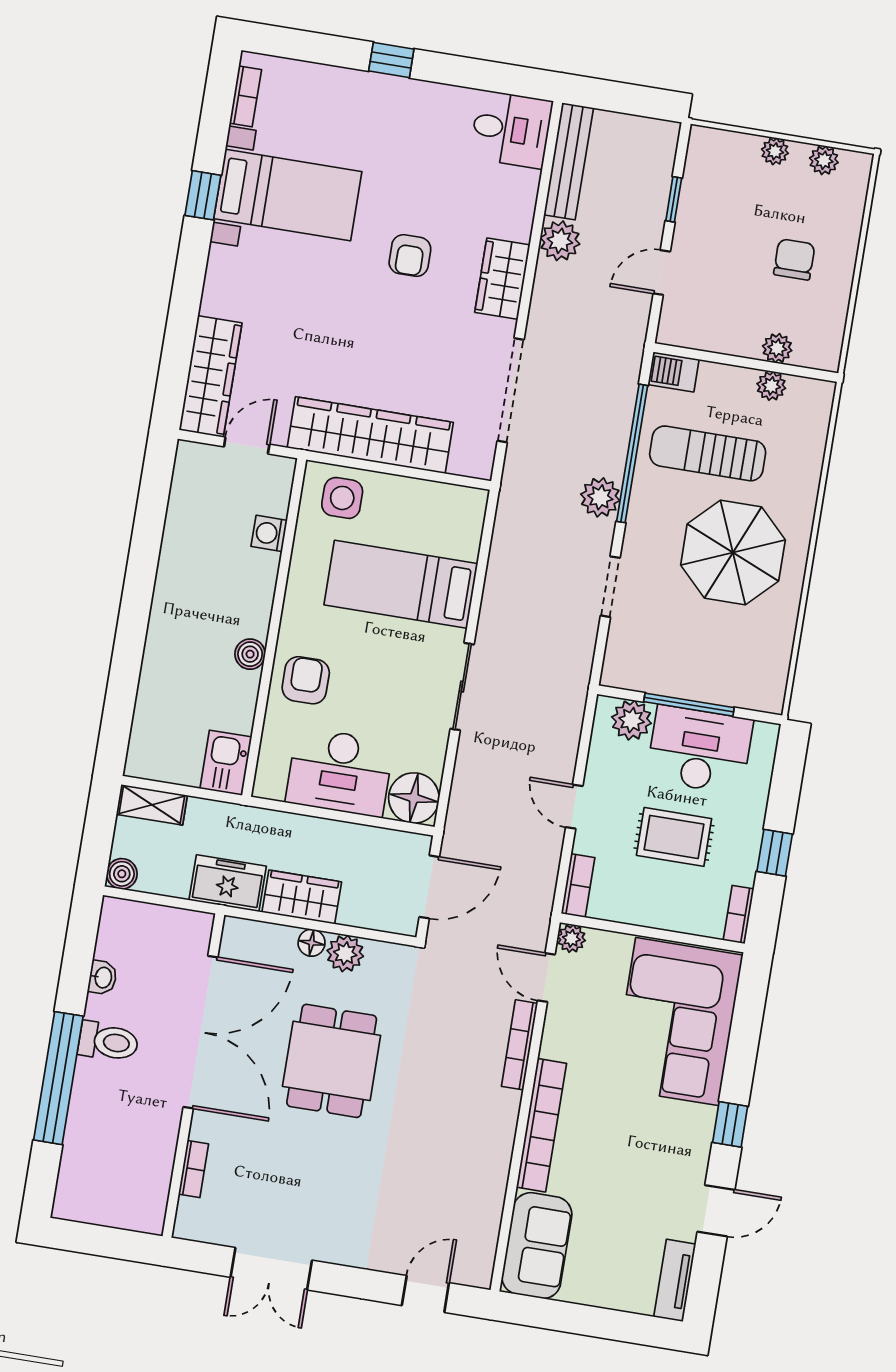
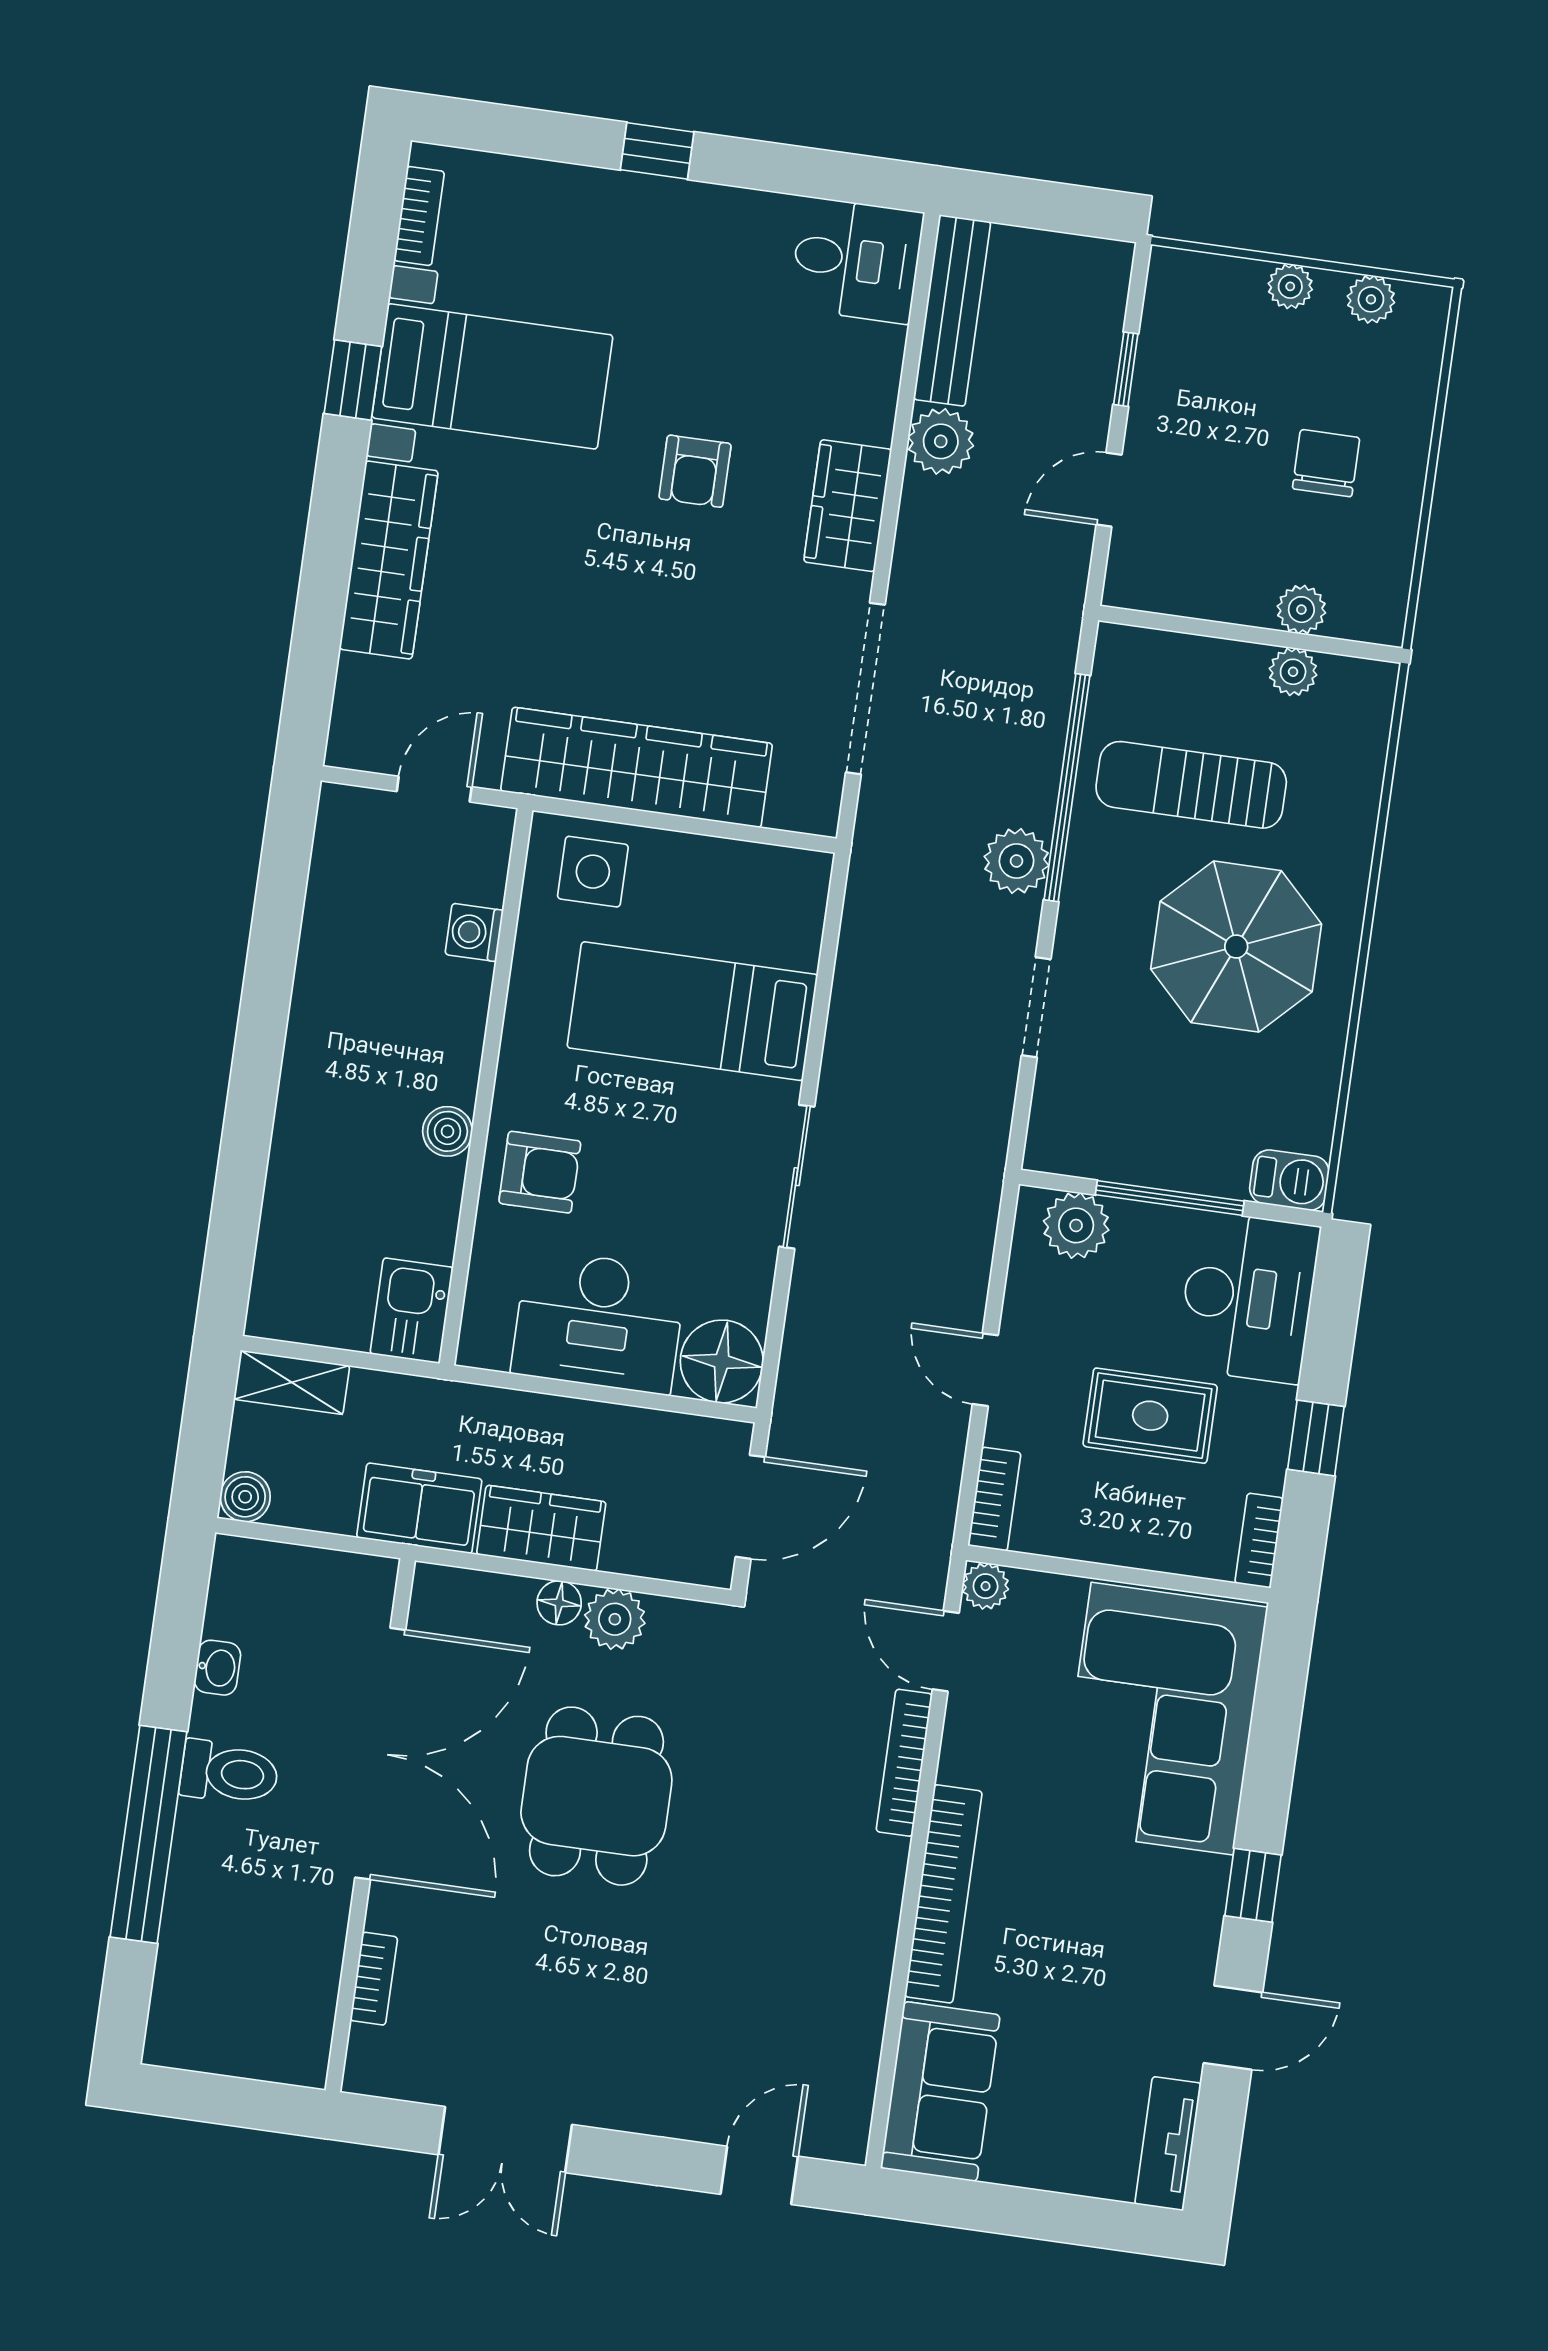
barbecue: (673, 372) -> (1289, 1180), moved, turned 180
wardrobe: (211, 376) -> (389, 560), moved
armchair: (306, 680) -> (540, 1172), turned 90
desk: (700, 750) -> (1248, 1297), moved, turned 90

